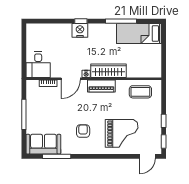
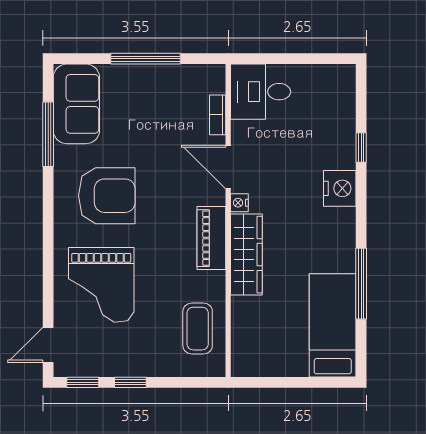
window: (81, 21) -> (361, 147), moved
armchair: (83, 131) -> (107, 196), width x1.88, depth x1.88
door: (148, 156) -> (48, 345), hinge flipped

